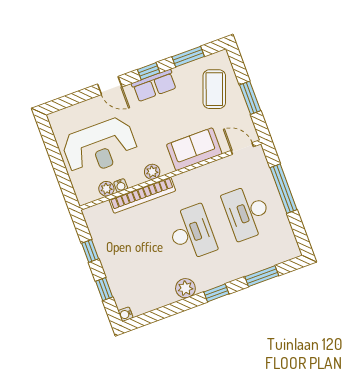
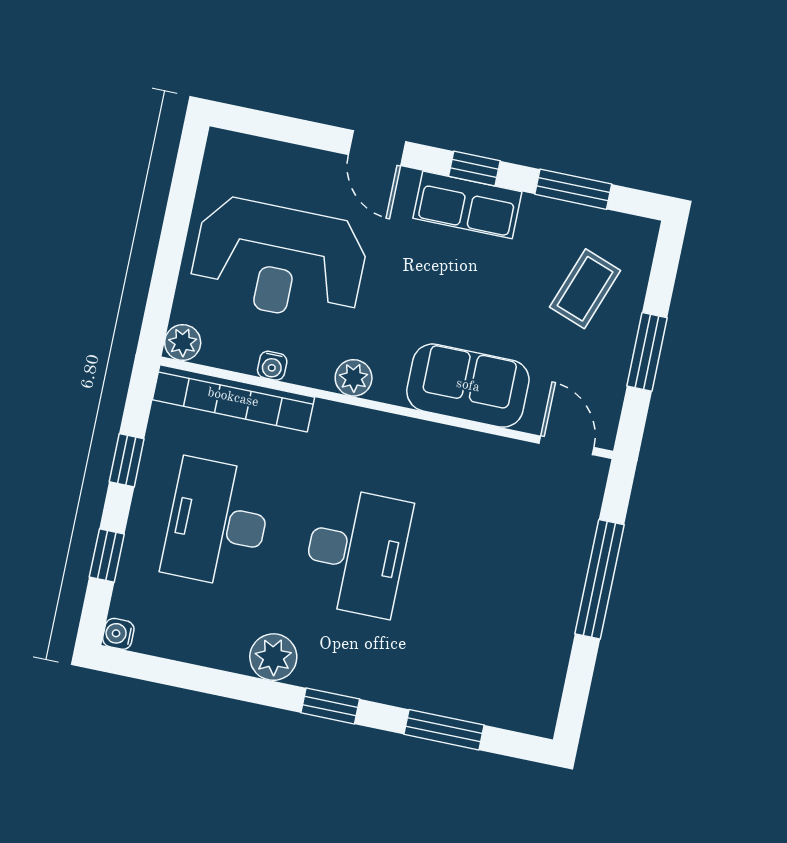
coffee table: (214, 89) -> (585, 289), width x0.73, depth x0.77
plant: (106, 189) -> (183, 343), moved
bookcase: (142, 195) -> (233, 398), moved
desk: (247, 212) -> (217, 523), moved

